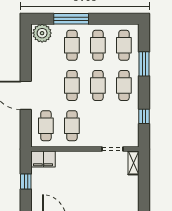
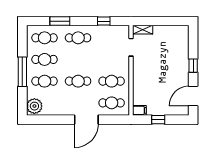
window: (71, 19) -> (22, 72), moved
cafe table: (98, 85) -> (78, 59), removed
filing cabinet: (43, 159) -> (139, 110), width x0.50

